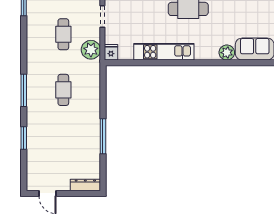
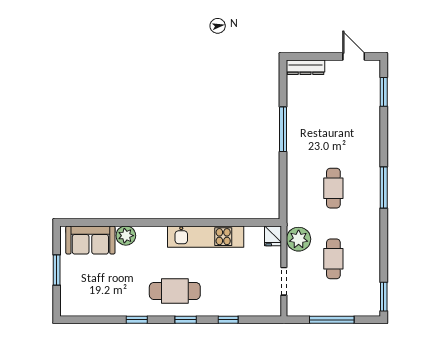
window: (24, 138) -> (384, 92), moved

